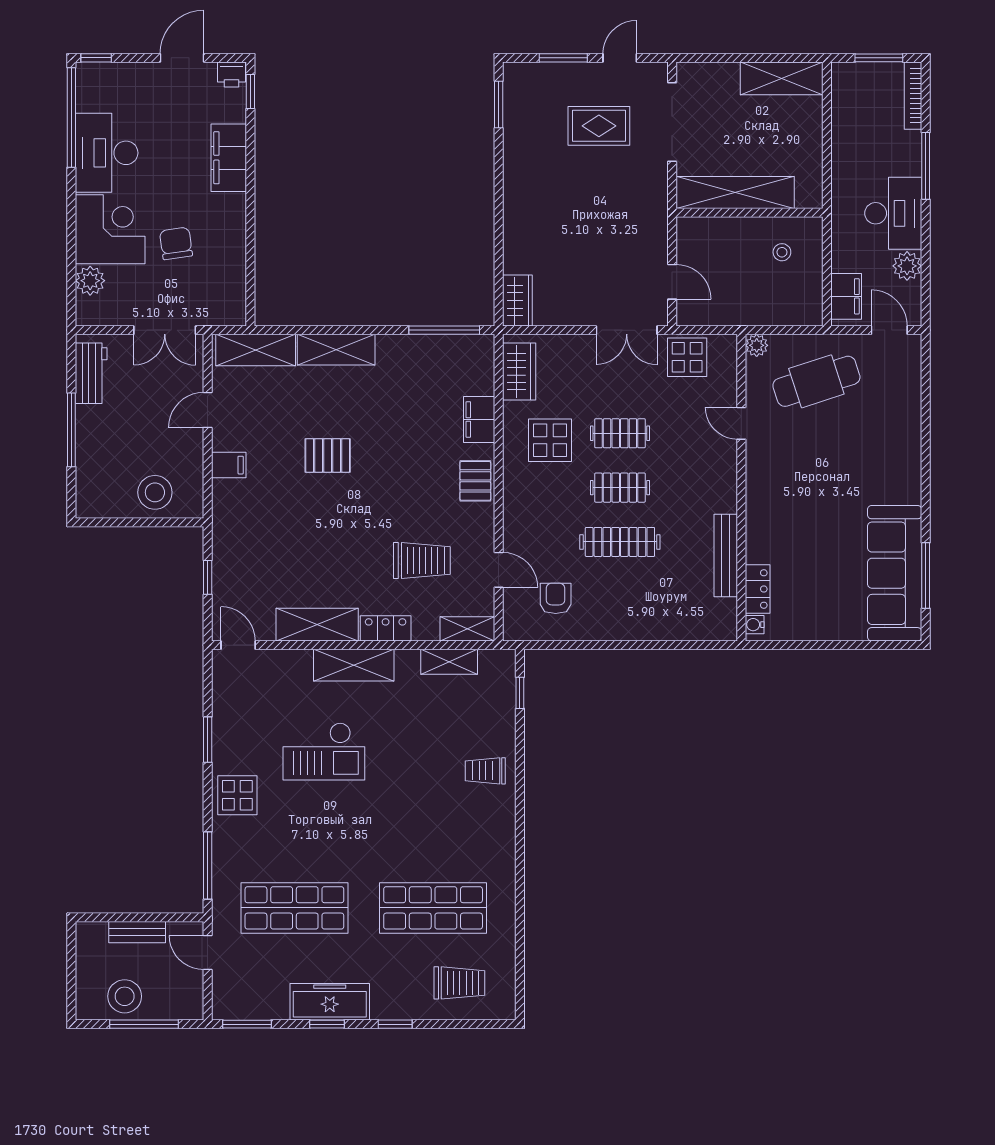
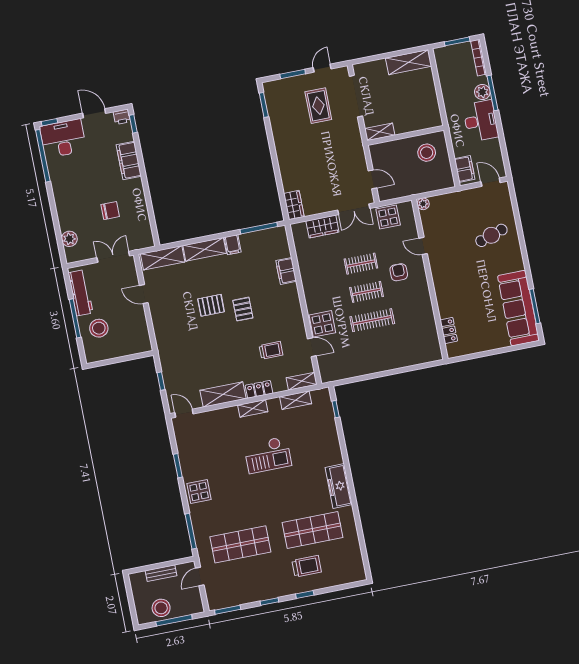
door: (182, 58) -> (94, 113), hinge flipped
rug: (599, 126) -> (318, 106), turned 90
desk: (107, 153) -> (63, 138), moved, turned 90
shelving: (735, 193) -> (380, 132), width x0.45, depth x0.75
corner desk: (110, 229) -> (74, 210), removed
chair: (176, 243) -> (110, 211), turned 98
stool: (782, 252) -> (427, 153), width x1.89, depth x1.89
plant: (907, 266) -> (482, 92), moved
double door: (165, 330) -> (113, 257), swing flipped
wardrobe: (519, 371) -> (322, 227), moved, turned 90
workbench: (91, 373) -> (81, 293), width x1.37
cafe table: (816, 381) -> (491, 235), moved, width x0.73, depth x0.74
door: (208, 410) -> (144, 294), hinge flipped
display table: (550, 440) -> (322, 324), moved
filing cabinet: (229, 465) -> (233, 245), moved, turned 90
pallet: (475, 481) -> (243, 309), moved
stool: (155, 492) -> (99, 328), moved
bench: (726, 556) -> (429, 316), removed
trolley: (422, 561) -> (271, 350), width x0.73, depth x0.72
armchair: (556, 598) -> (399, 272), moved
water cooler: (755, 625) -> (451, 349), removed
shelving: (354, 665) -> (253, 408), width x0.67, depth x0.75
checkout: (324, 751) -> (268, 455), moved
trolley: (485, 771) -> (326, 453), removed
door: (208, 952) -> (200, 577), hinge flipped
trolley: (459, 983) -> (307, 566), moved
freezer: (330, 1002) -> (339, 486), moved, turned -90

